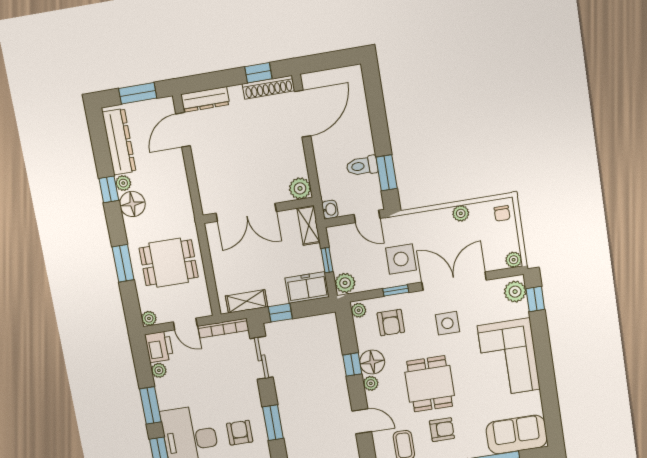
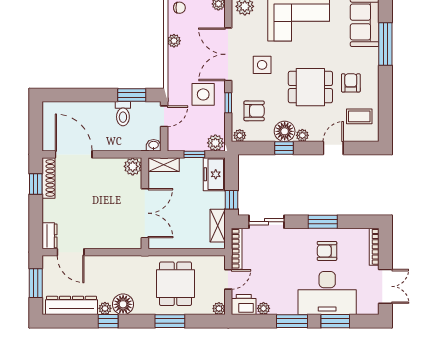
dresser: (205, 99) -> (50, 236), width x0.70

